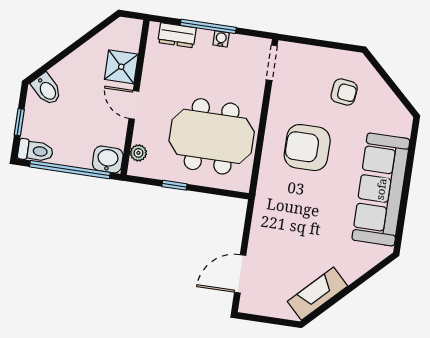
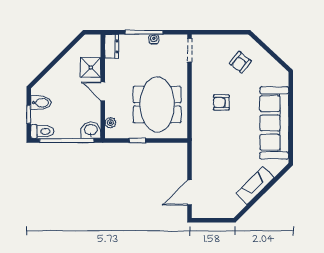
dresser: (177, 35) -> (112, 46), moved, turned -90
bidet: (47, 89) -> (41, 103), moved, turned -45
armchair: (344, 92) -> (240, 62), turned 121
meeting table: (212, 136) -> (157, 105), turned 90
armchair: (307, 148) -> (221, 102), width x0.53, depth x0.53
fireplace: (318, 294) -> (255, 185), moved

